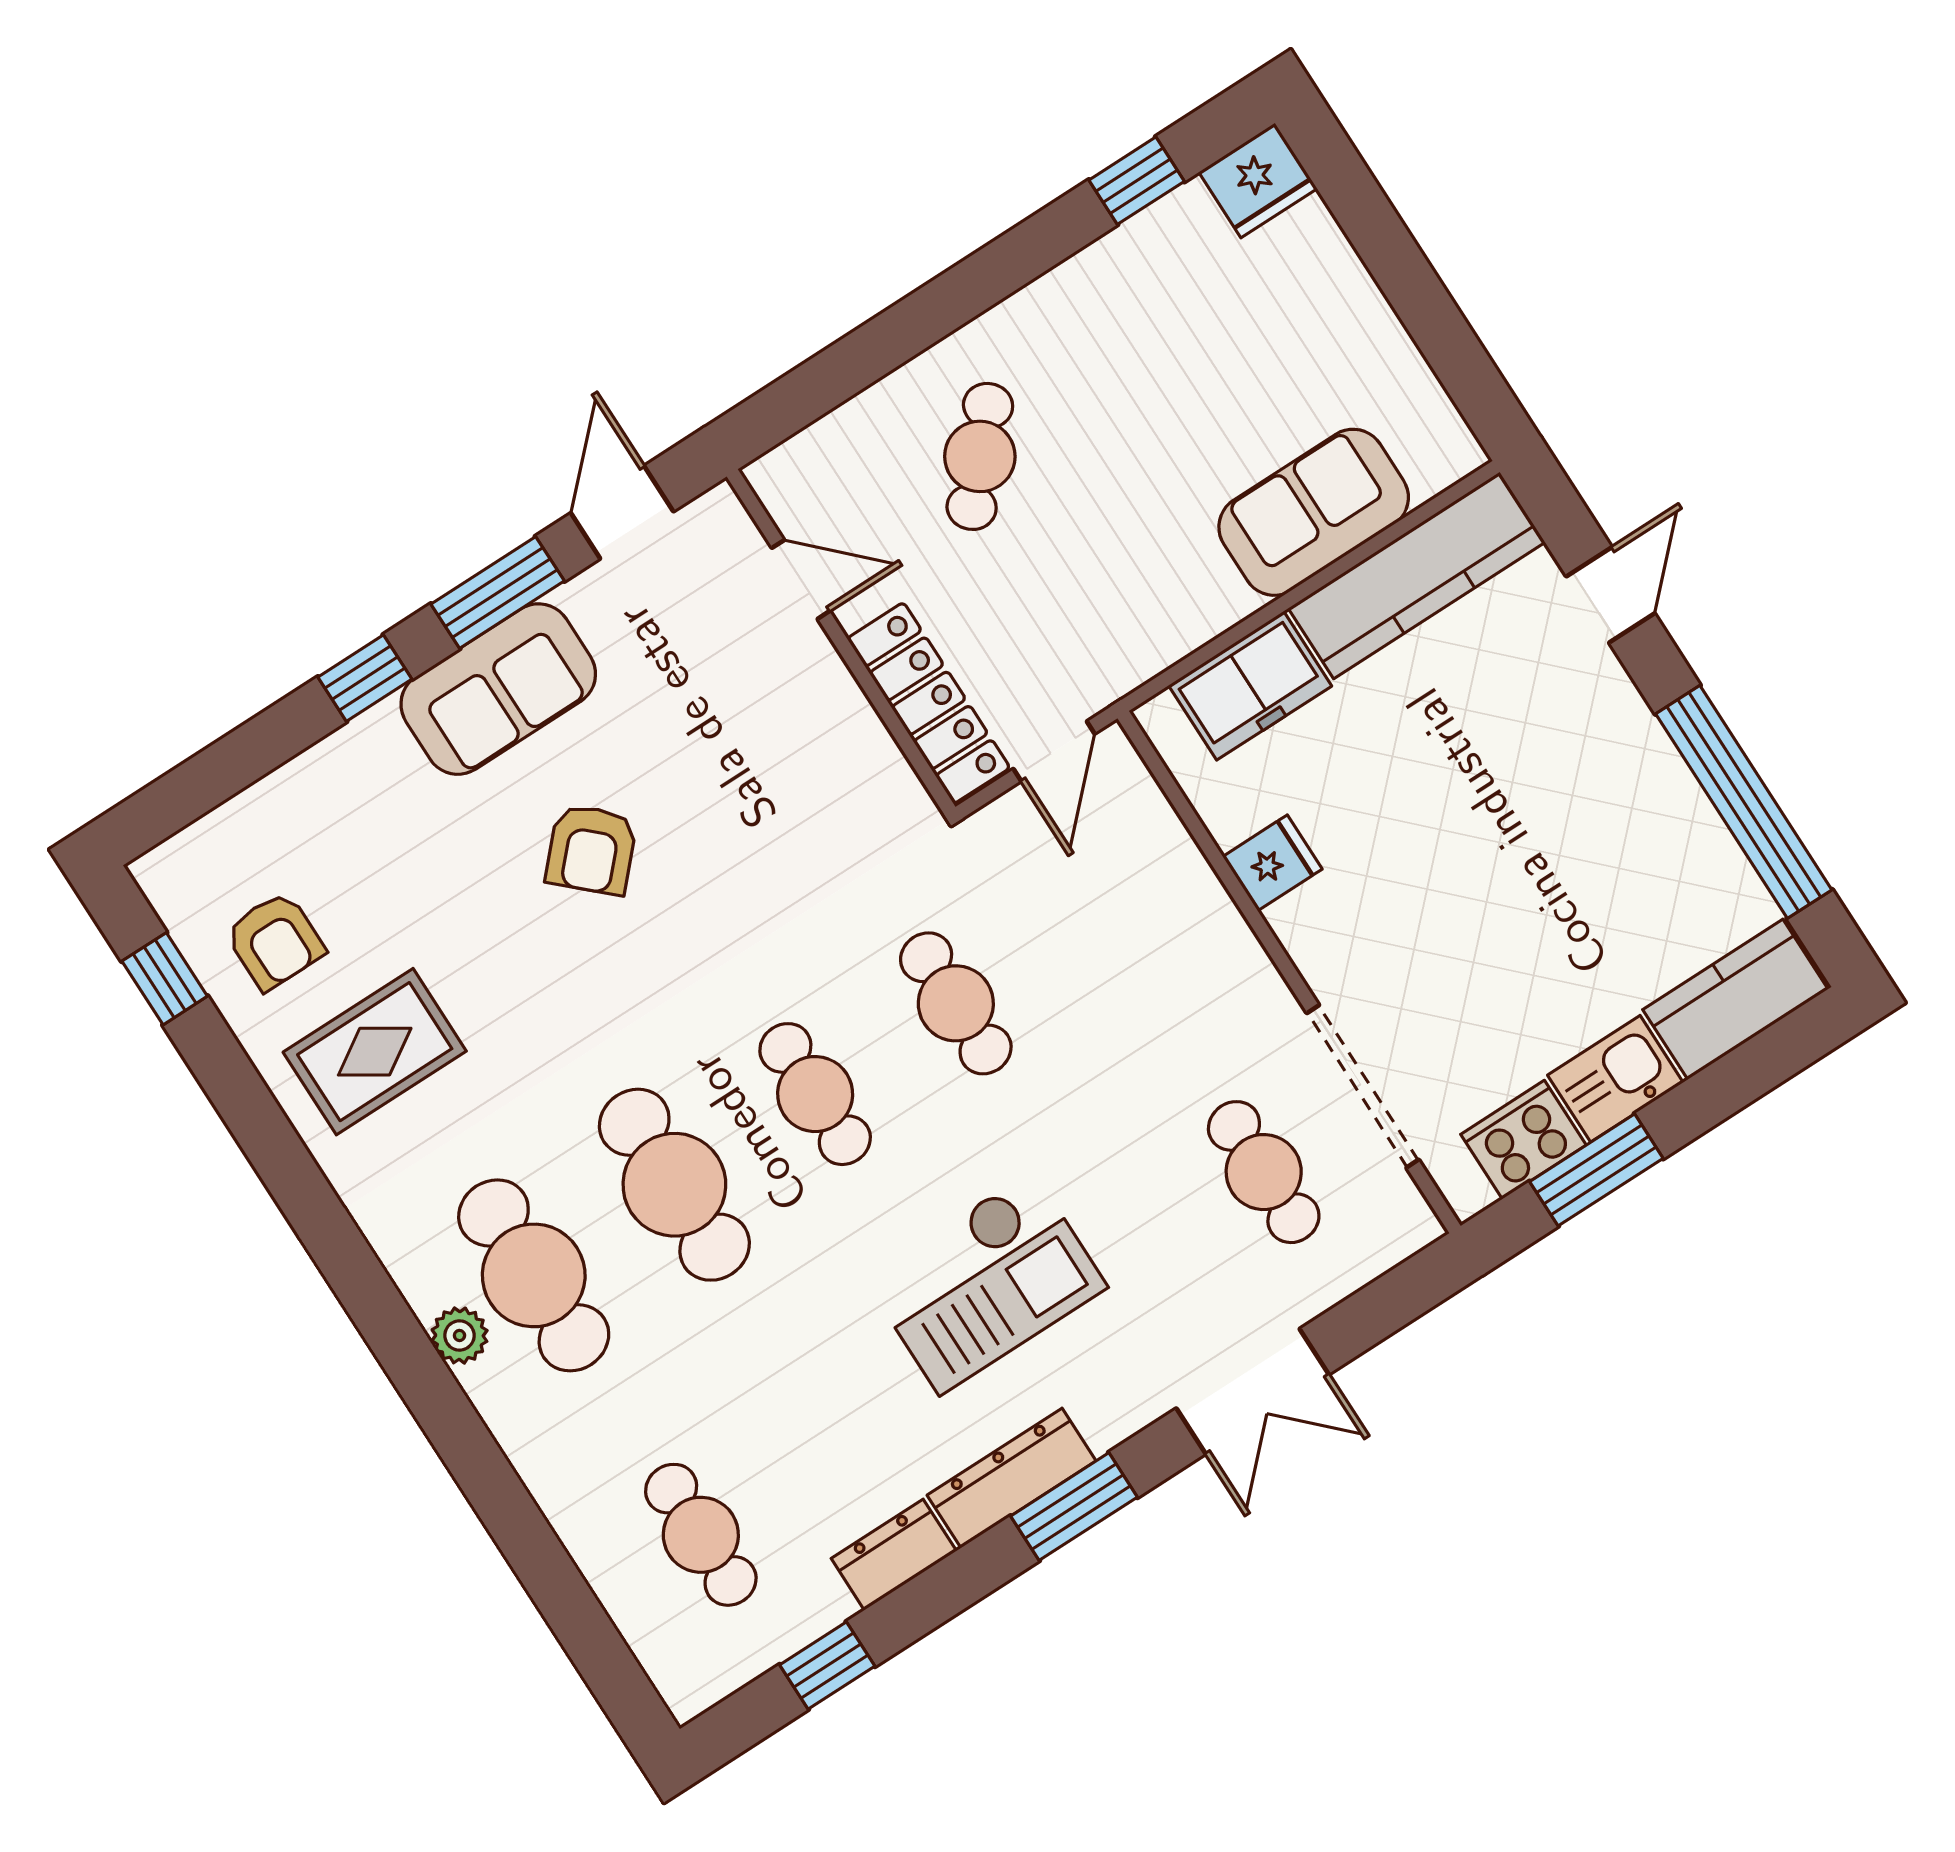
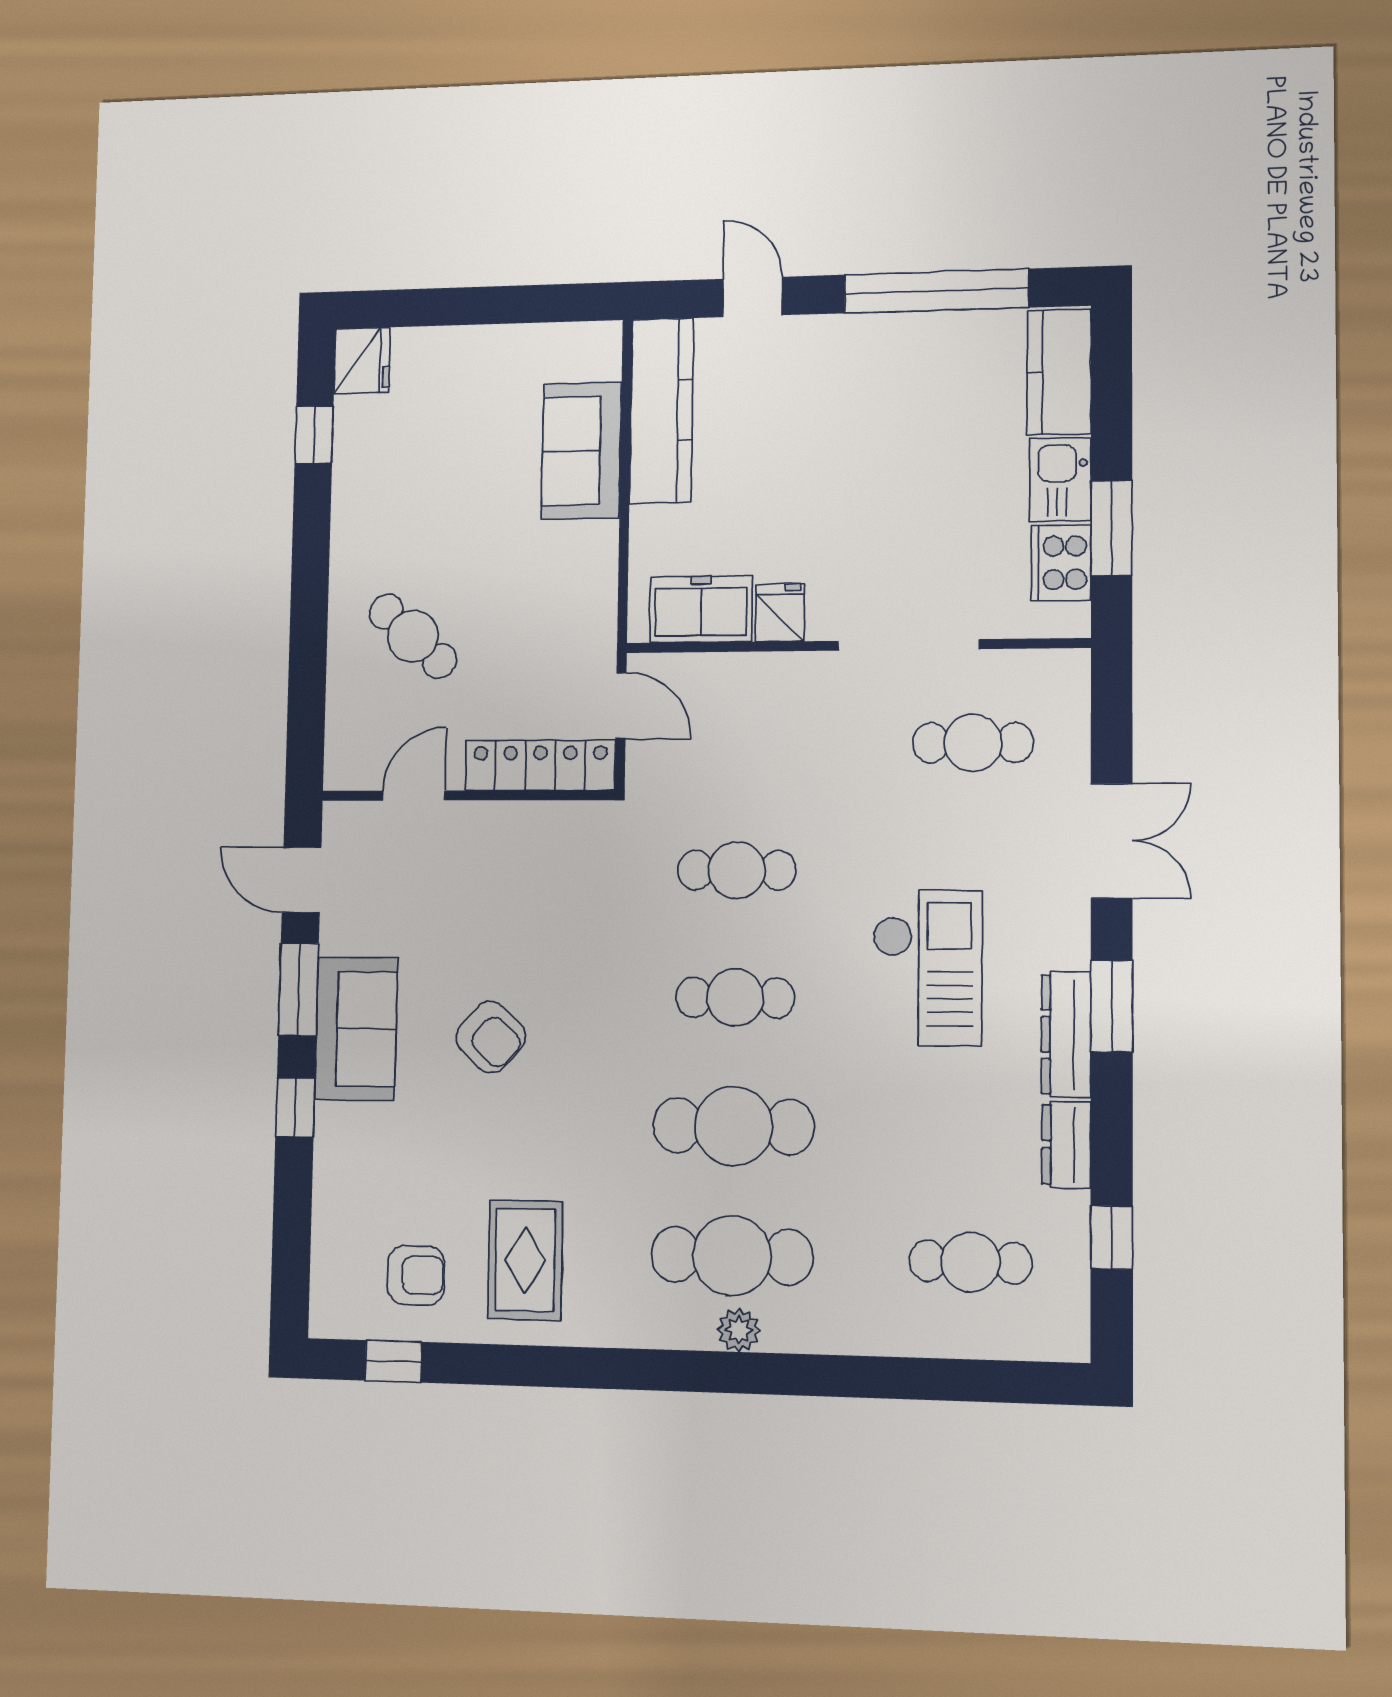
freezer: (1250, 686) -> (701, 609), moved, turned -90
doorway: (1363, 1086) -> (908, 645), moved

